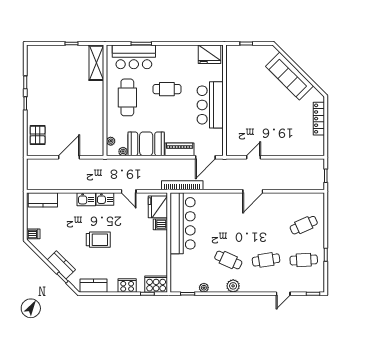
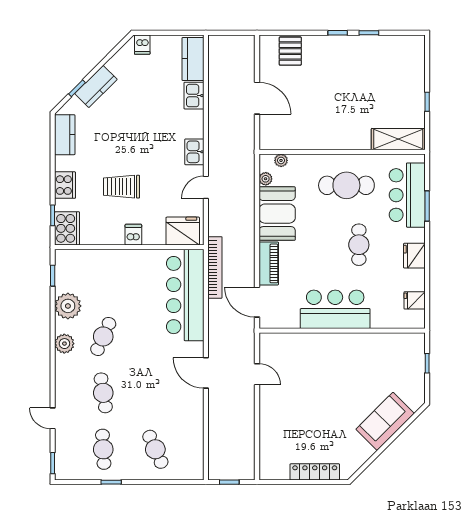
fridge: (174, 52) -> (414, 256), added
fridge: (209, 54) -> (415, 300), width x0.53, depth x0.75
sofa: (290, 76) -> (385, 421), width x0.73
pallet: (38, 135) -> (290, 51), turned 90
kitchen sink: (86, 199) -> (194, 96), moved
bar counter: (183, 223) -> (185, 295), moved, turned 90
dishwasher: (160, 224) -> (133, 235), moved
trolley: (98, 240) -> (122, 187), moved, turned 90
plant: (204, 288) -> (68, 306), width x1.88, depth x1.88

